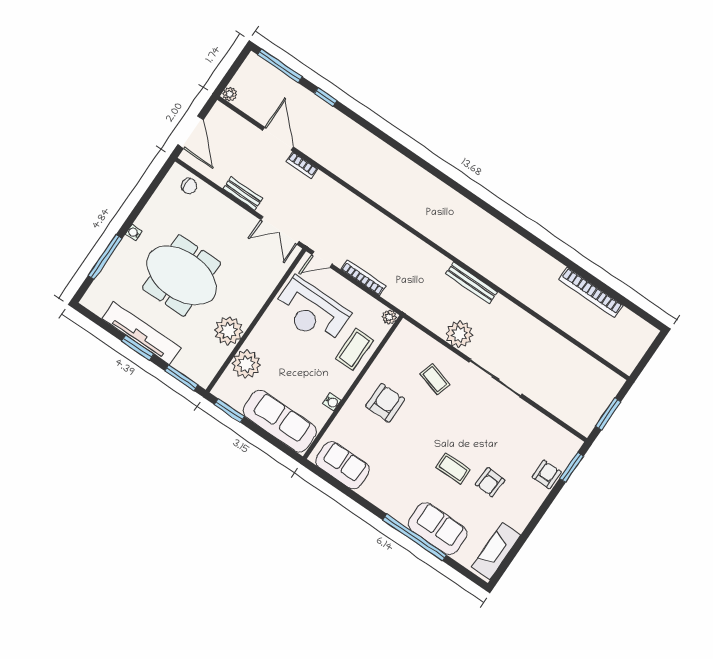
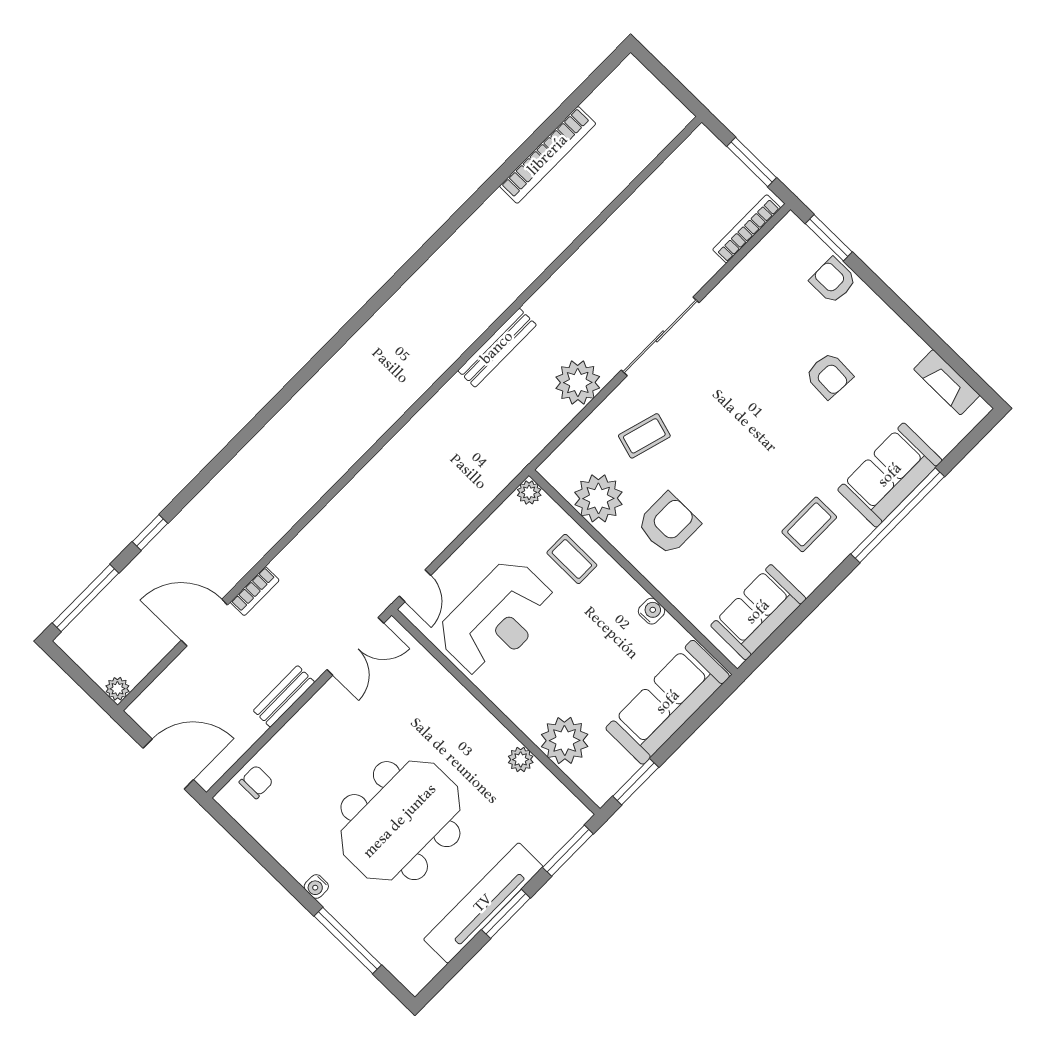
bookcase: (363, 278) -> (747, 229), moved
plant: (229, 331) -> (521, 759), width x0.53, depth x0.53
coffee table: (354, 349) -> (572, 559), width x0.73, depth x0.77
plant: (393, 359) -> (598, 498), added
armchair: (385, 403) -> (668, 524), turned 90
coffee table: (453, 468) -> (809, 524), moved
fireplace: (496, 551) -> (947, 382), width x0.73, depth x0.76

